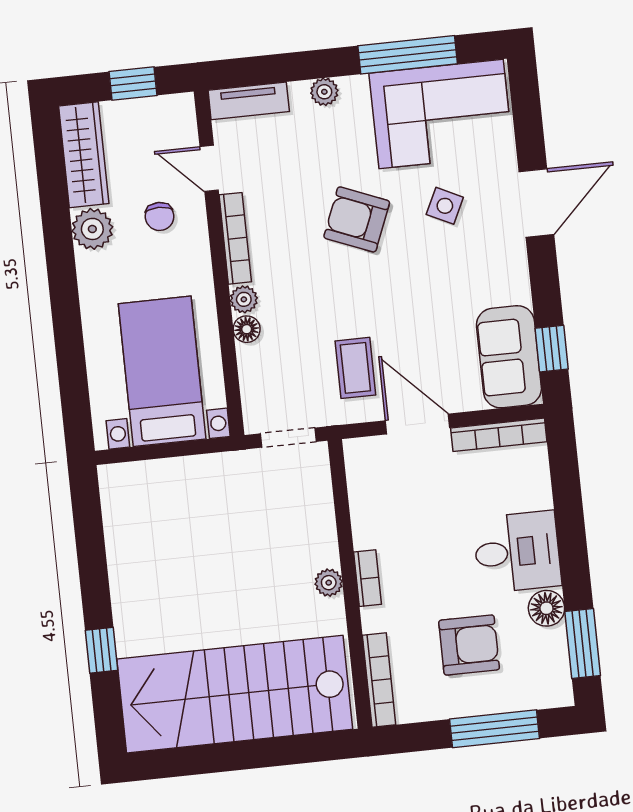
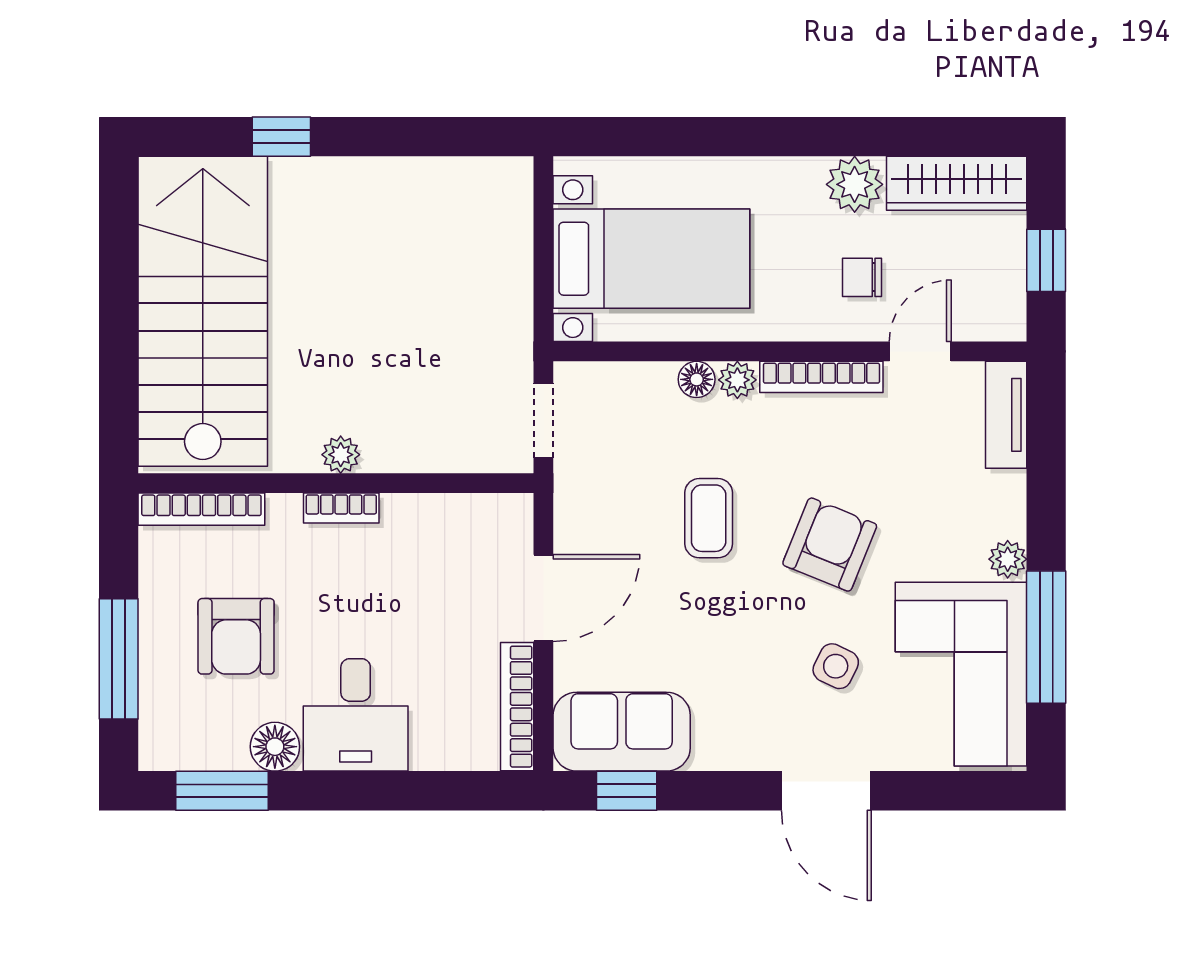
plant: (324, 92) -> (1008, 559), moved
coffee table: (355, 368) -> (709, 518), moved, turned 90

